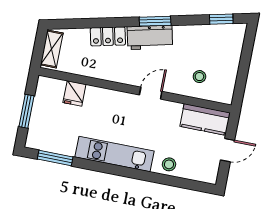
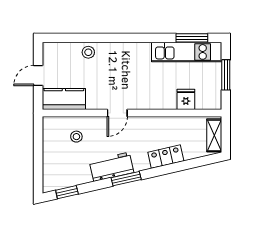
workbench: (150, 37) -> (111, 167), moved
kitchen unit: (115, 154) -> (187, 52), moved

